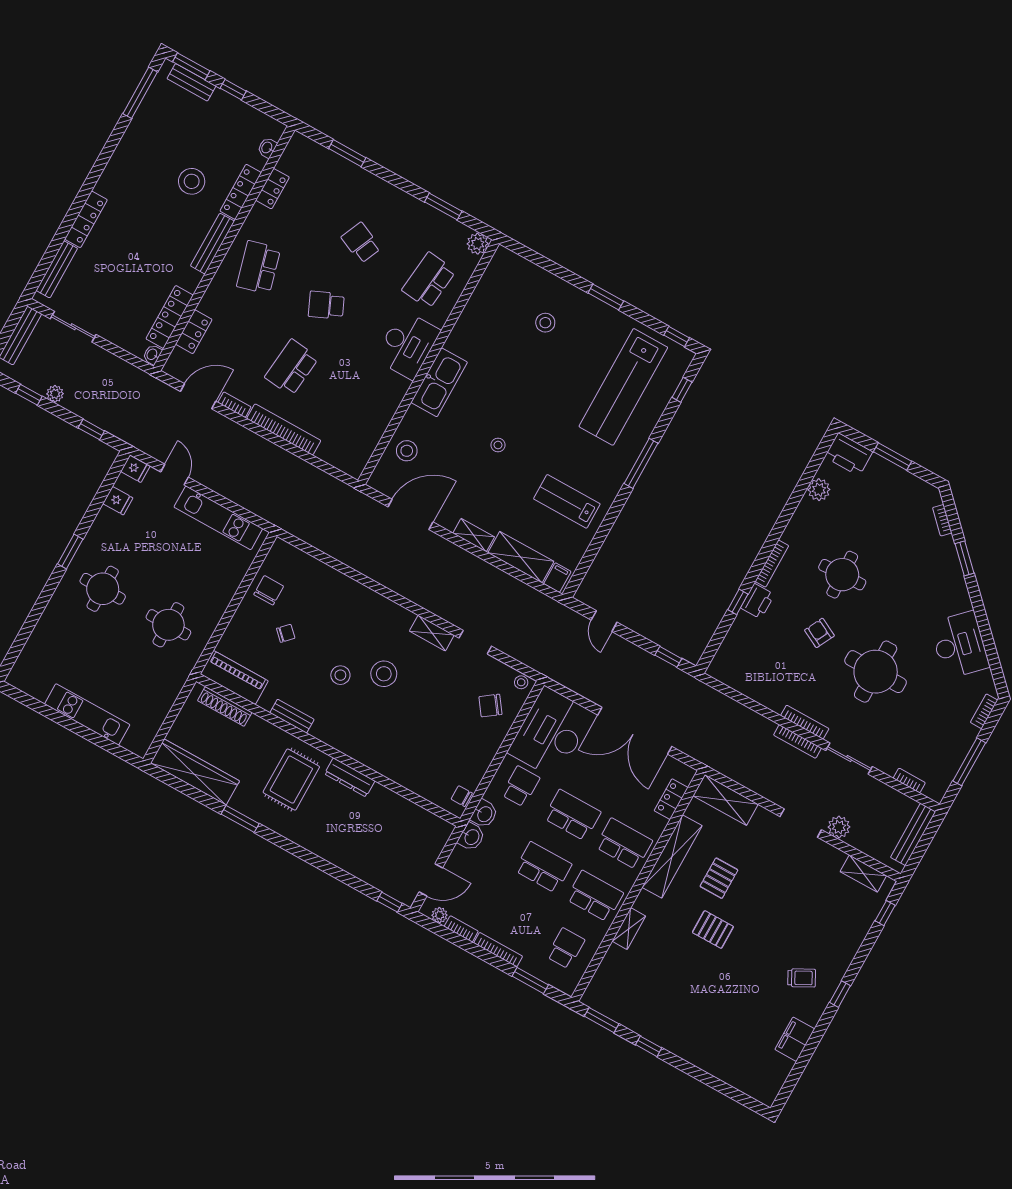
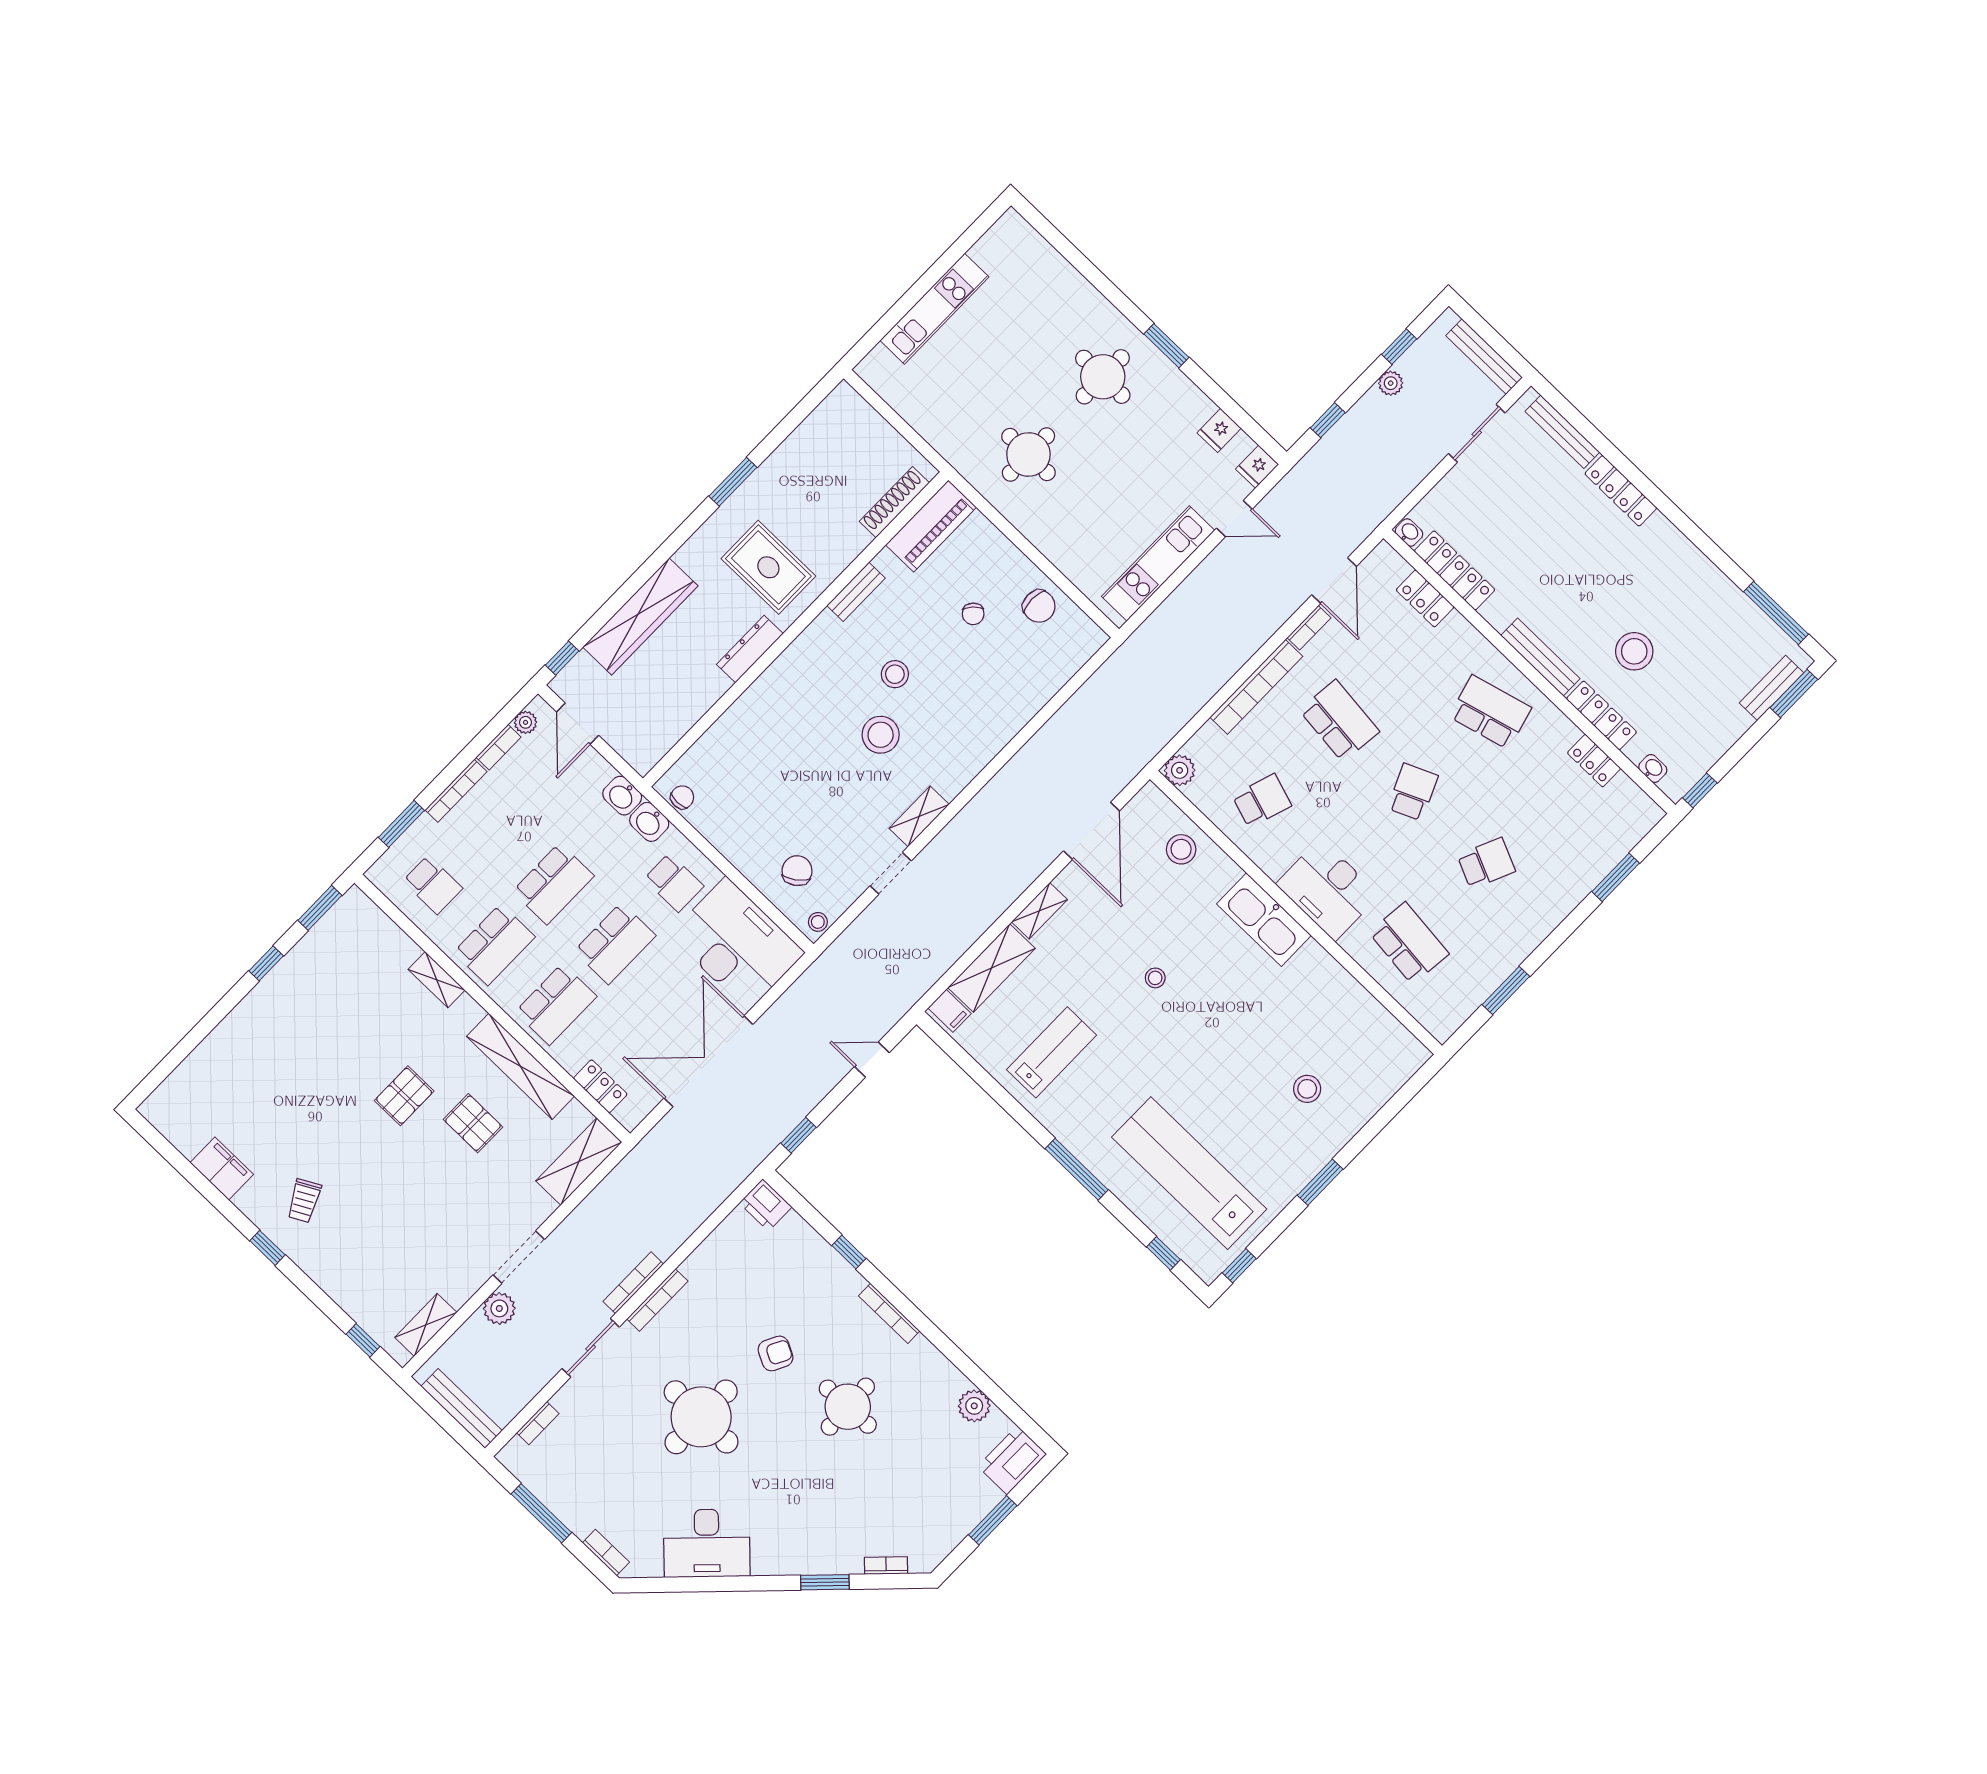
window: (233, 90) -> (1700, 790), moved
plant: (478, 244) -> (1180, 770), moved
school desk: (359, 405) -> (1262, 801), added
printer: (758, 601) -> (766, 1205), moved
wardrobe: (195, 772) -> (640, 616), moved

